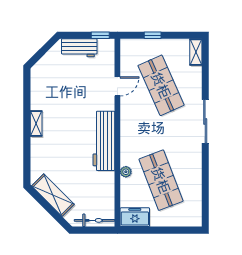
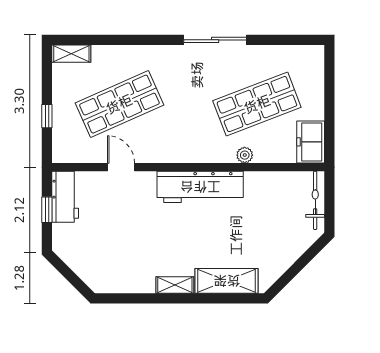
window: (100, 35) -> (47, 210), moved
workbench: (79, 48) -> (65, 197), moved
sliding door: (205, 121) -> (215, 40), moved
shelving: (53, 195) -> (227, 281), moved, turned 45

